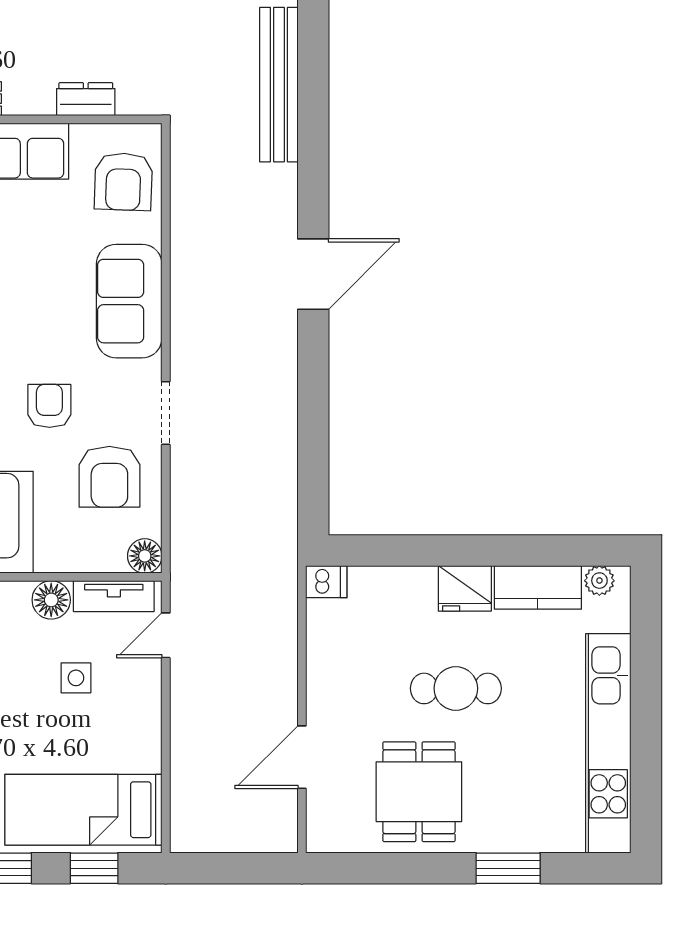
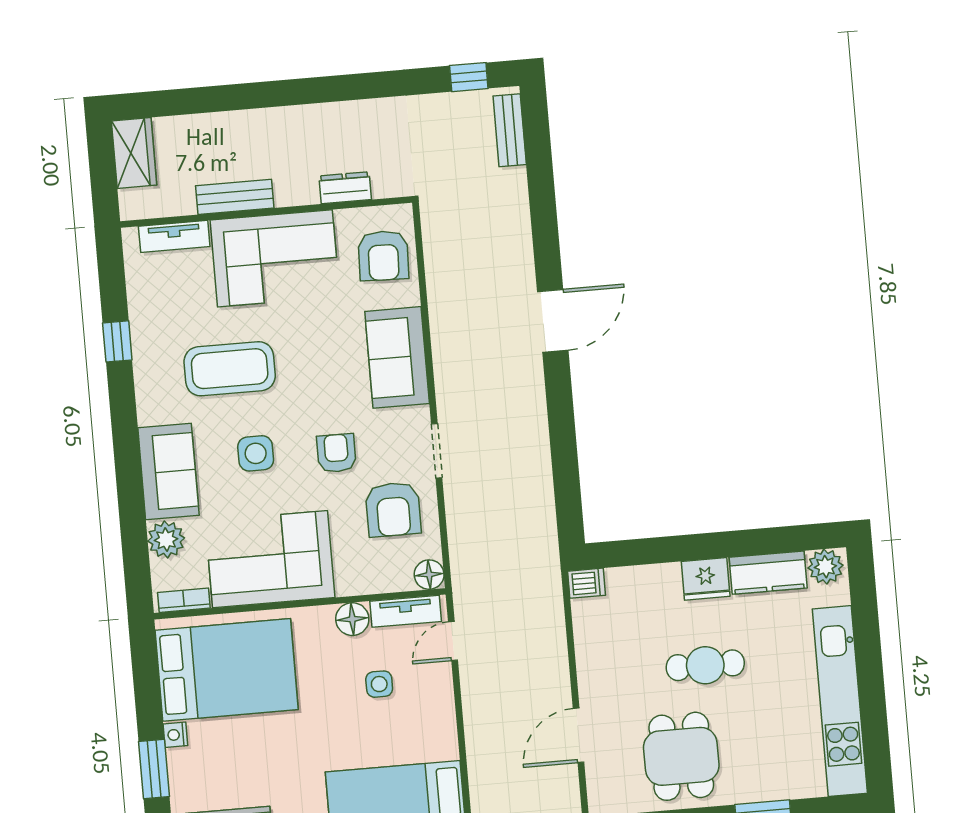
bench: (279, 85) -> (510, 130), width x0.54, depth x0.82
plant: (599, 581) -> (825, 567), width x1.38, depth x1.38

